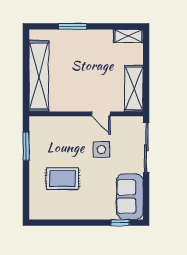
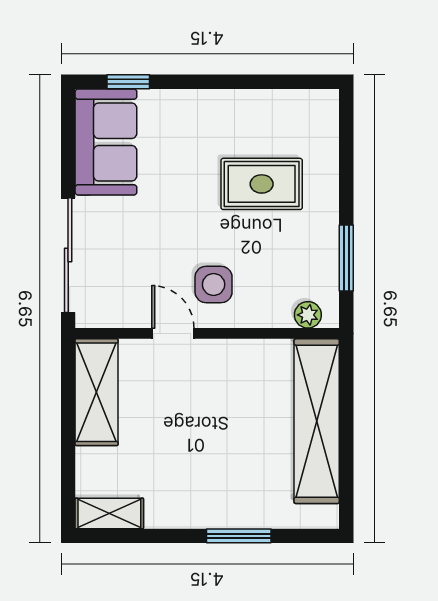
plant: (43, 122) -> (308, 315), added
side table: (101, 150) -> (214, 284), moved

